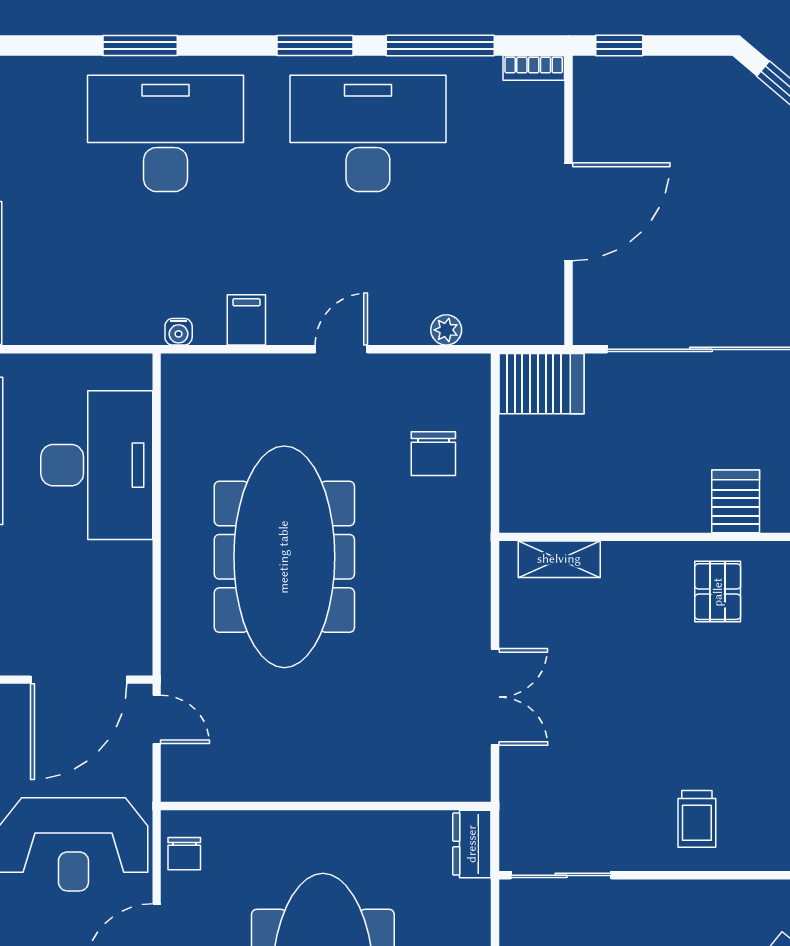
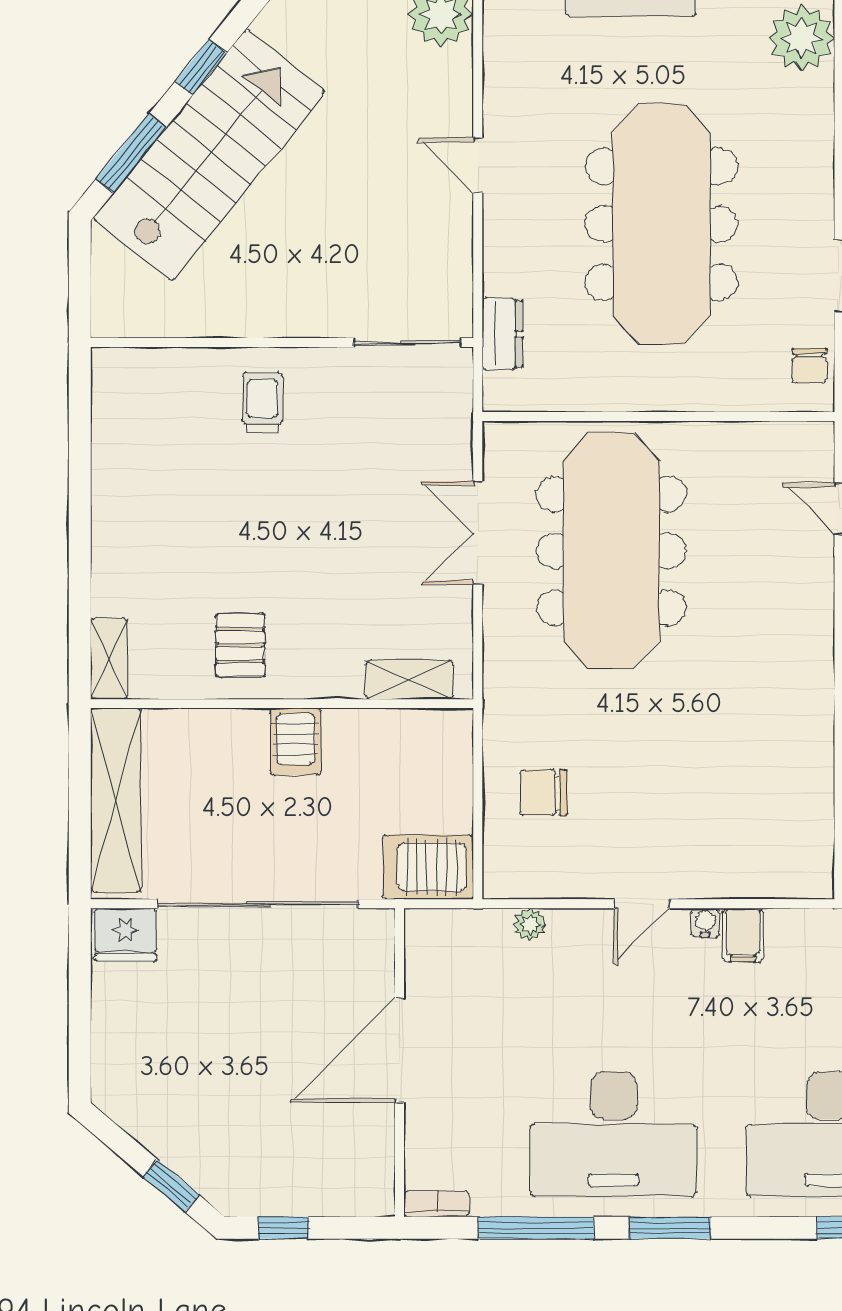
window: (619, 46) -> (284, 1228), moved
water cooler: (179, 332) -> (705, 922), moved
chair: (433, 454) -> (544, 792), turned -90
server rack: (736, 501) -> (296, 742), moved
meeting table: (284, 557) -> (611, 551), moved
dresser: (472, 844) -> (503, 334), moved
chair: (184, 854) -> (809, 366), turned 180

